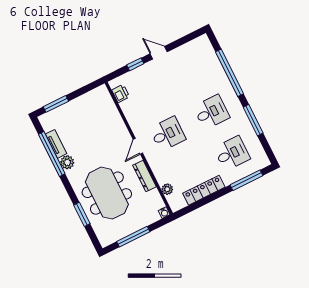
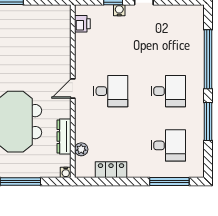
water cooler: (144, 69) -> (119, 10), added
dresser: (144, 176) -> (64, 137), moved
locker: (204, 190) -> (111, 170), width x0.66

